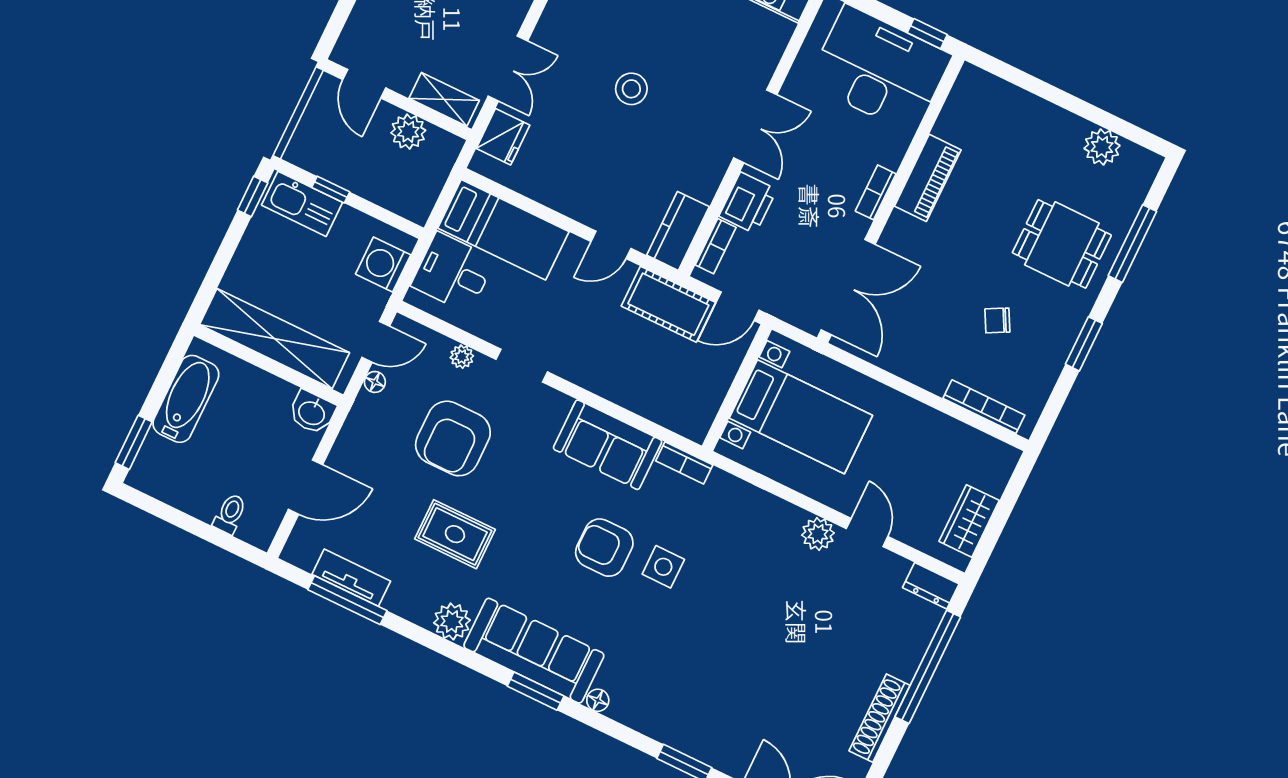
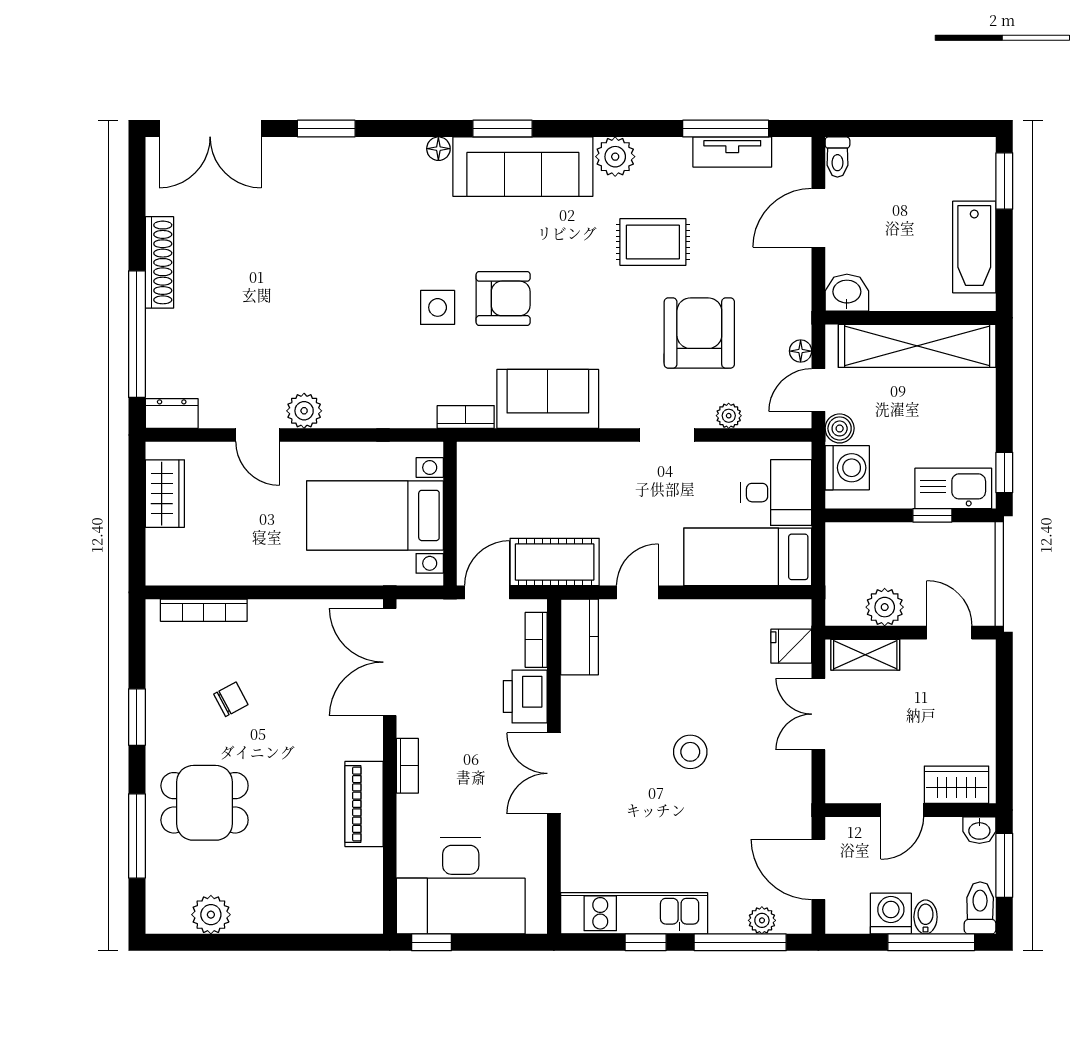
fridge: (503, 137) -> (791, 646), width x0.72
boiler: (374, 301) -> (840, 428), added
toilet: (230, 514) -> (837, 157), moved

